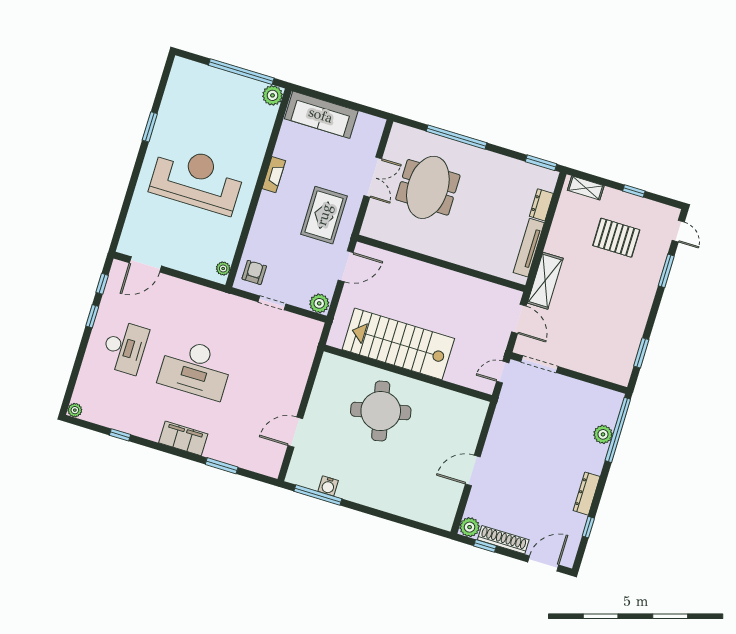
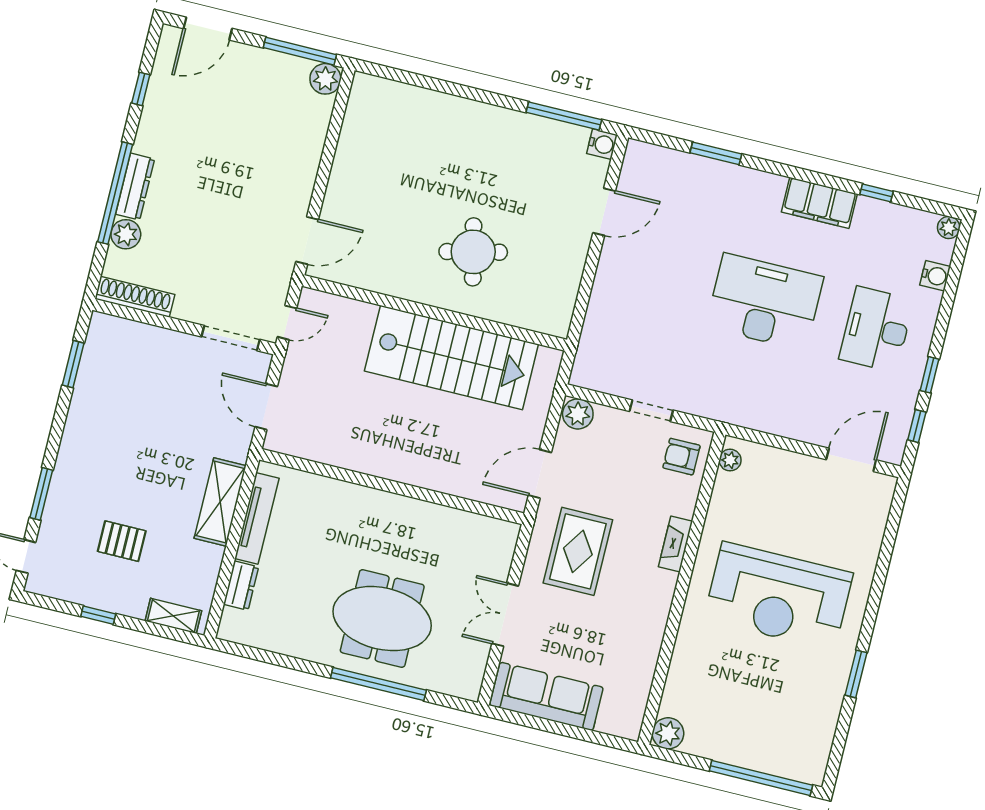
window: (241, 72) -> (761, 778), moved
sofa: (321, 115) -> (546, 696), moved
window: (541, 163) -> (245, 651), removed
fireplace: (274, 175) -> (676, 544), moved
meeting table: (428, 187) -> (382, 619), moved, turned 90
pallet: (616, 238) -> (122, 541), width x0.67, depth x0.71
armchair: (254, 272) -> (681, 457), turned 90
shelving: (545, 281) -> (220, 502), moved
water cooler: (85, 380) -> (935, 276), added
round table: (381, 411) -> (473, 252), width x0.73, depth x0.73
window: (618, 430) -> (115, 193), moved
filing cabinet: (183, 438) -> (819, 203), moved
door: (473, 470) -> (307, 241), moved
water cooler: (328, 486) -> (602, 144), moved, turned 90
dresser: (587, 494) -> (135, 187), moved
shoe rack: (503, 540) -> (135, 297), moved, turned 180
window: (485, 546) -> (300, 51), width x2.17

